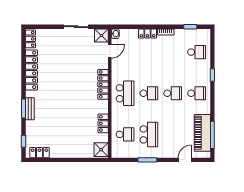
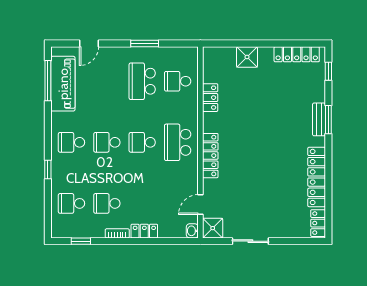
school desk: (173, 52) -> (107, 203), added
shower: (101, 150) -> (247, 57), moved
locker: (39, 153) -> (297, 54), width x1.53

